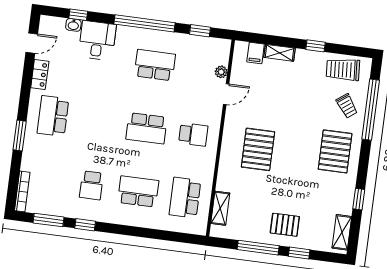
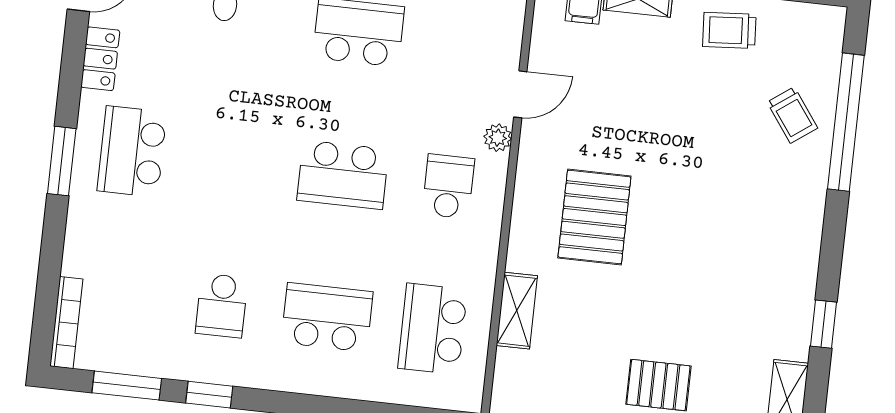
trolley: (343, 70) -> (729, 30), moved, width x0.73, depth x0.72
plant: (221, 72) -> (498, 138), moved
school desk: (193, 134) -> (448, 186), turned -90
window: (20, 136) -> (62, 161), moved
pallet: (335, 151) -> (768, 218), removed
shelving: (220, 208) -> (517, 311), moved

